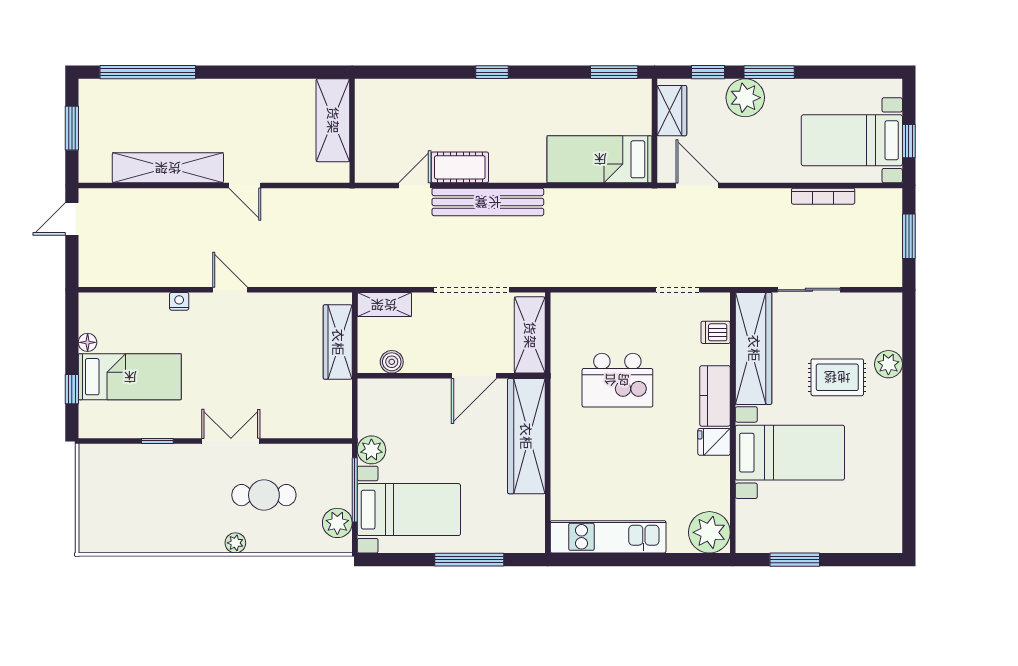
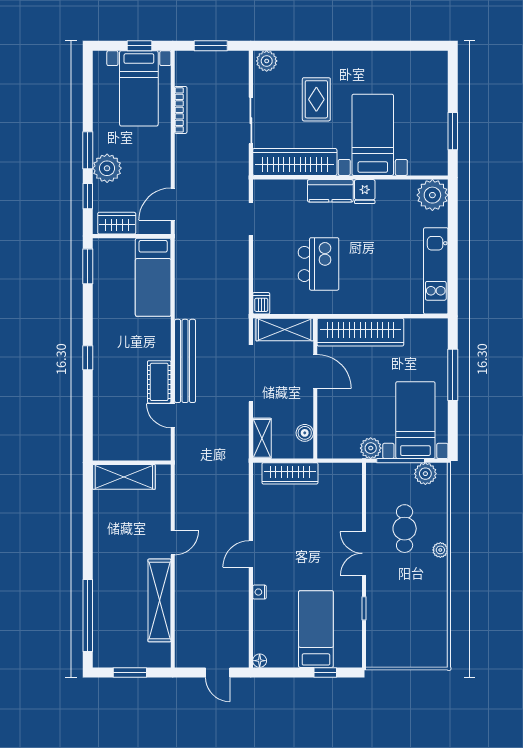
door: (72, 219) -> (218, 672), moved
dishwasher: (716, 332) -> (261, 303), moved, turned 180
floor lamp: (88, 342) -> (260, 661), moved
plant: (888, 364) -> (267, 61), moved

